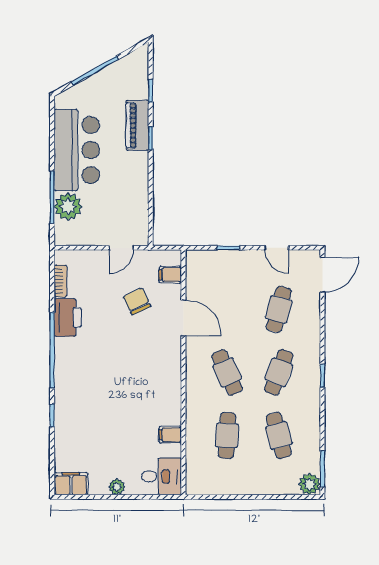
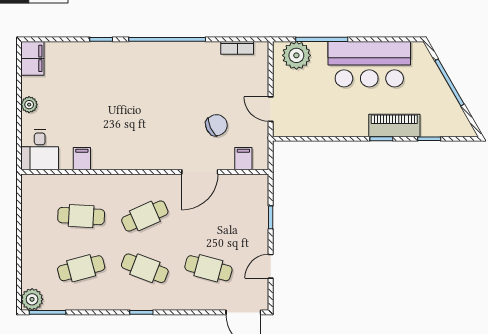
plant: (68, 206) -> (296, 55), moved
printer: (68, 317) -> (200, 55), removed

